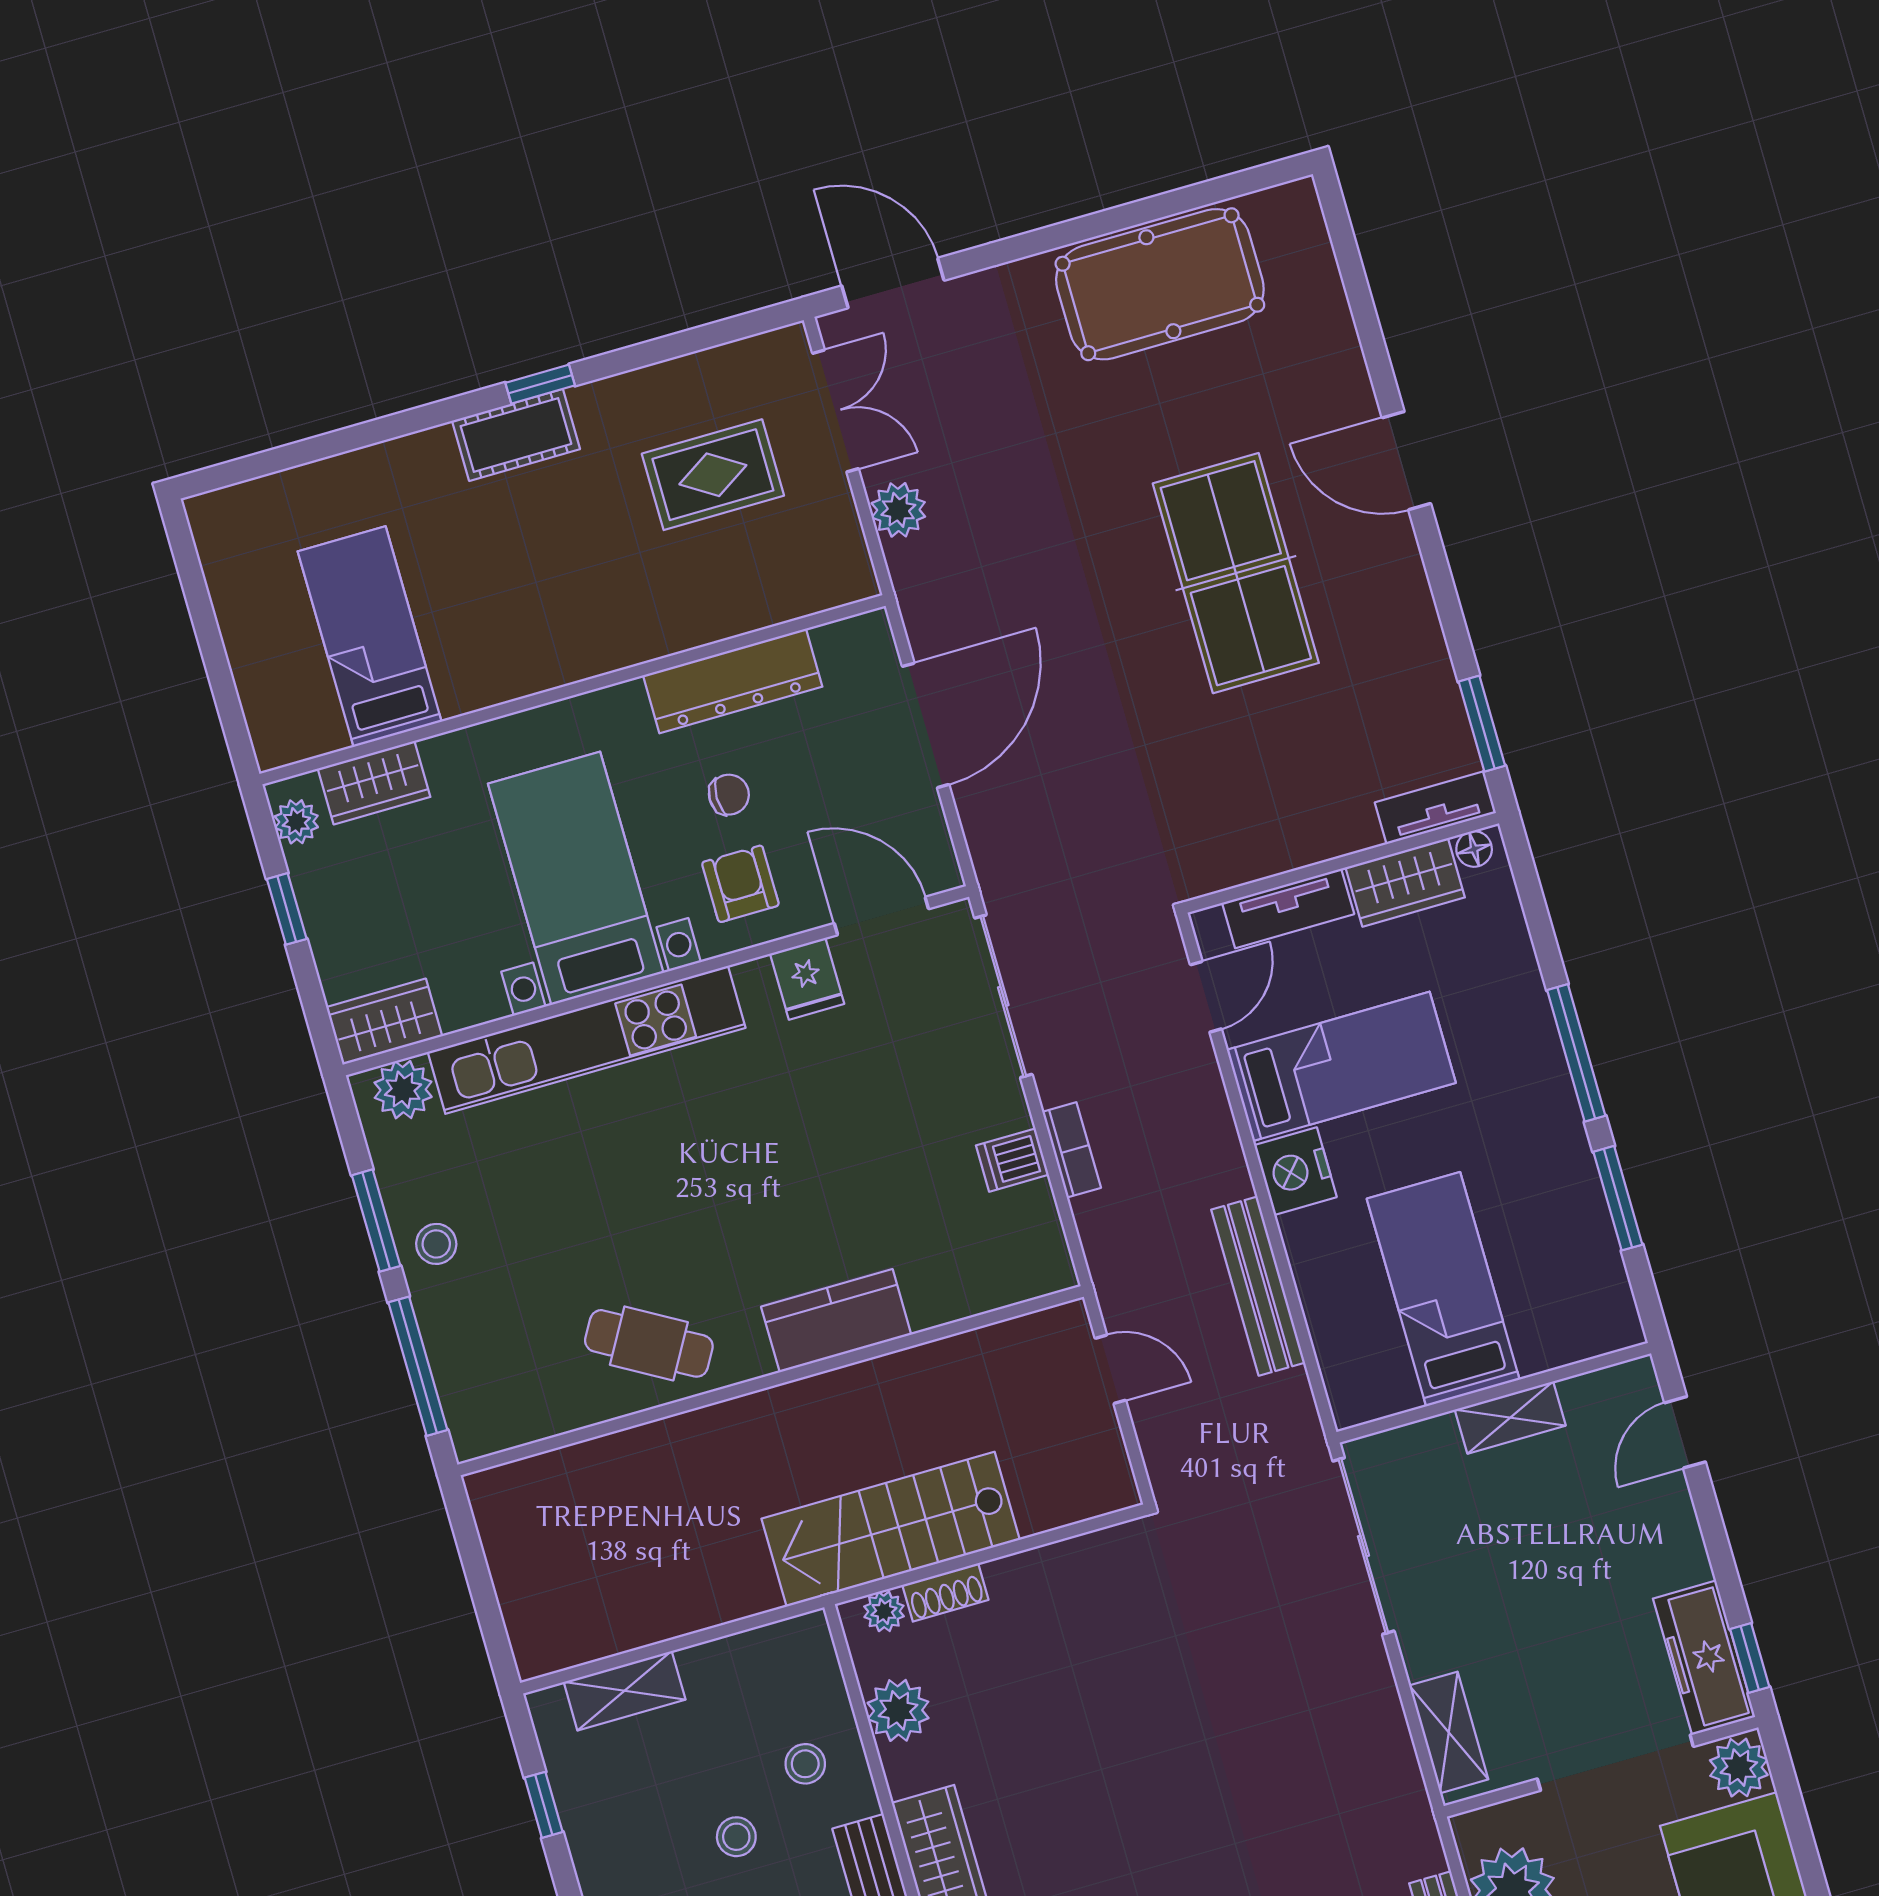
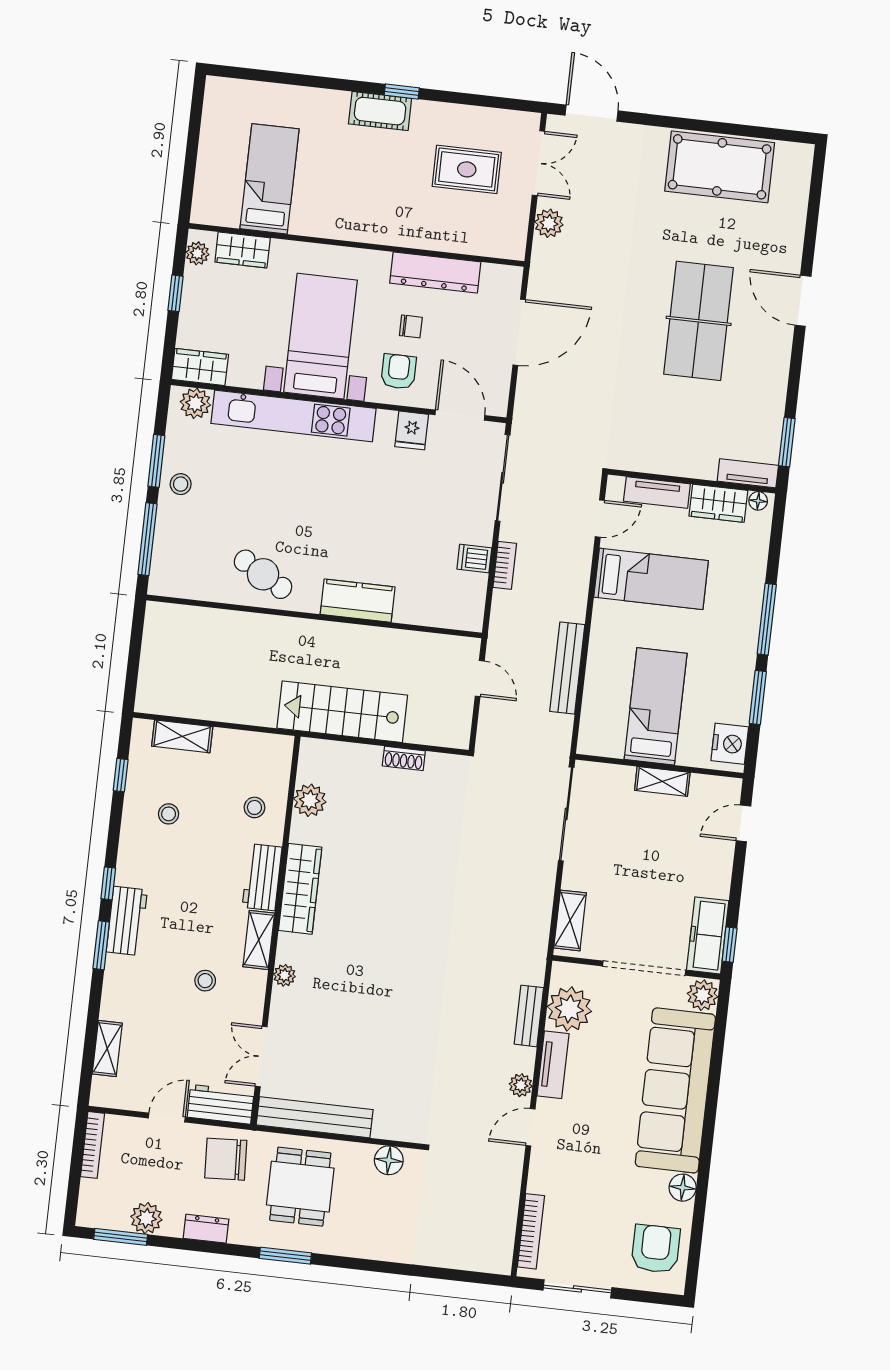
nightstand: (1295, 1171) -> (730, 744), moved, turned 180
shoe rack: (945, 1592) -> (404, 758), moved
plant: (884, 1611) -> (323, 750), removed
stool: (736, 1837) -> (169, 814), moved

